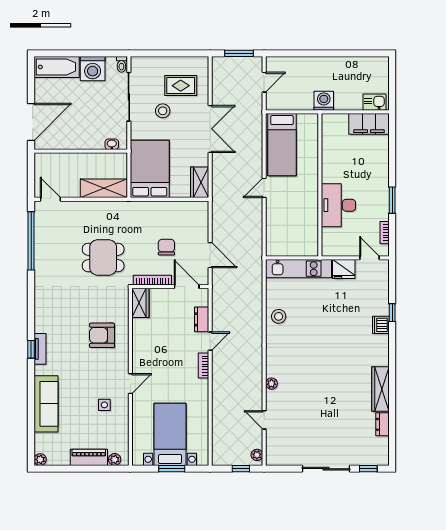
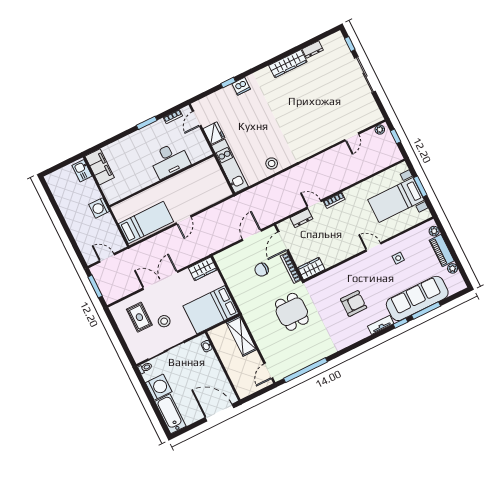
door: (264, 188) -> (184, 220), hinge flipped
armchair: (102, 335) -> (354, 303), moved, turned -90
window: (31, 349) -> (401, 323), moved
plant: (271, 384) -> (323, 145), removed
sofa: (46, 404) -> (417, 298), width x1.36, depth x1.27
window: (31, 407) -> (426, 311), added
plant: (40, 459) -> (453, 268), moved

